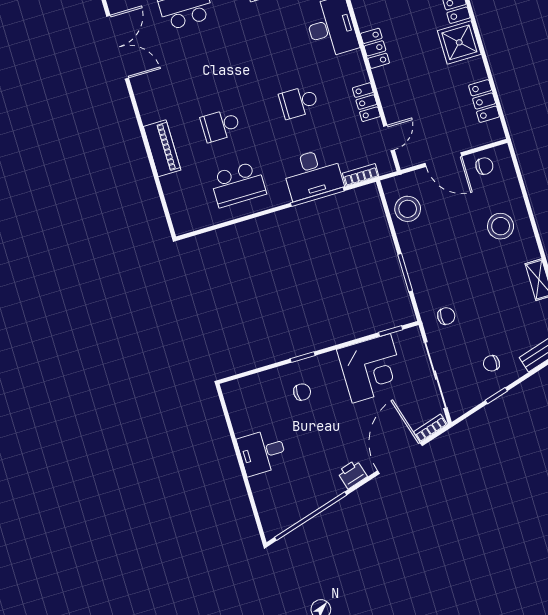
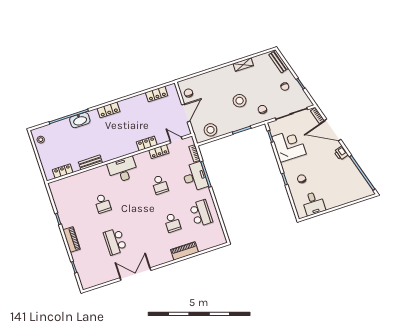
shower: (459, 42) -> (128, 107), removed
locker: (375, 48) -> (147, 143), moved
stool: (501, 226) -> (240, 101), moved
desk: (262, 452) -> (314, 203), moved

